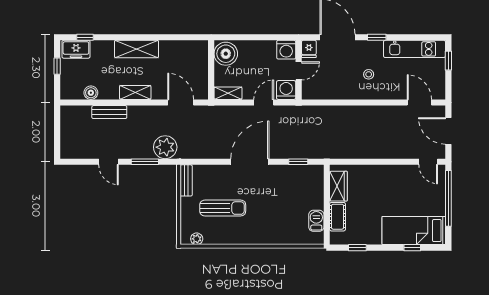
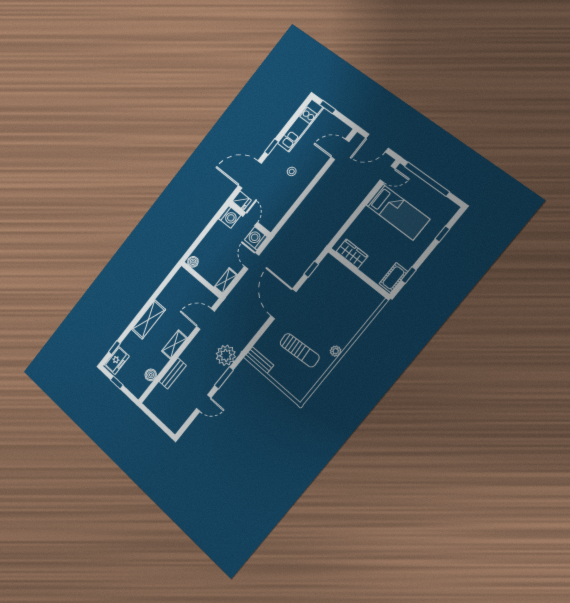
boiler: (226, 54) -> (193, 262), width x0.54, depth x0.54
sun lounger: (223, 208) -> (300, 350), turned 86
cot: (338, 217) -> (393, 278), moved, turned 90
barbecue: (316, 221) -> (364, 290), removed
bed: (414, 231) -> (398, 212), moved, turned -90
plant: (197, 239) -> (336, 351), moved

